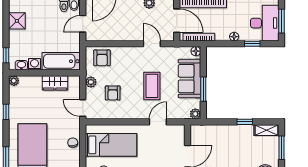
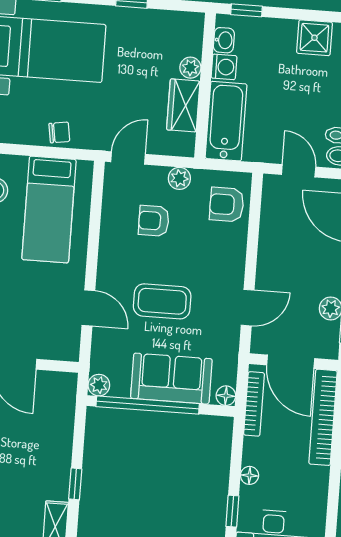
door: (177, 21) -> (291, 362), hinge flipped
plant: (14, 81) -> (190, 68), moved
window: (203, 89) -> (148, 405), width x2.11

